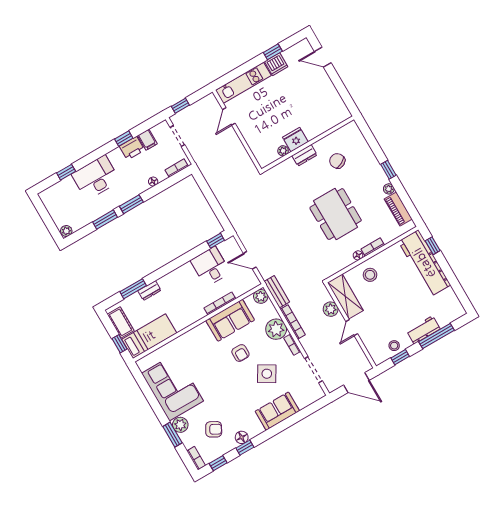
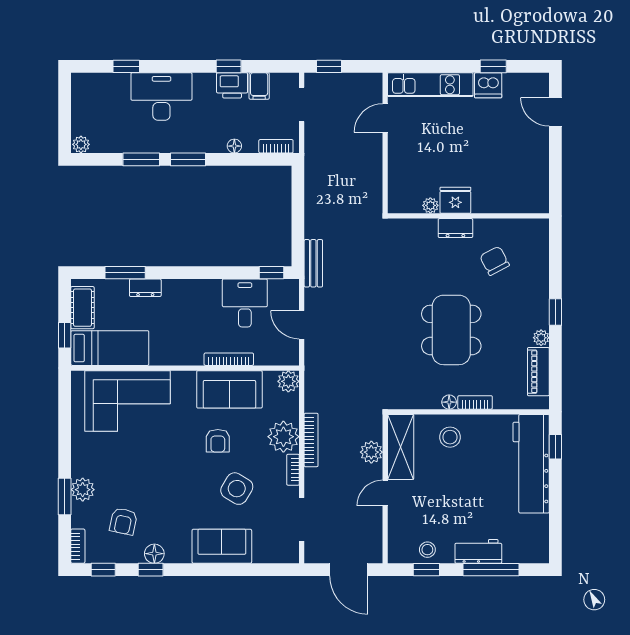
bench: (277, 292) -> (313, 263), moved
corner sofa: (172, 387) -> (128, 401), moved, turned 90
armchair: (214, 429) -> (123, 521), turned 73

